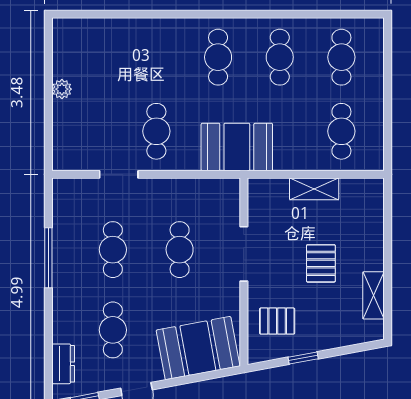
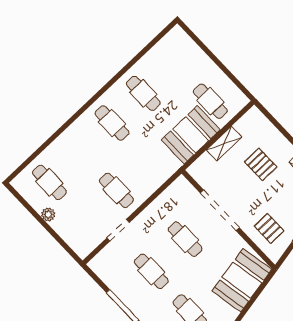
cafe table: (341, 57) -> (49, 182), moved
booth: (237, 147) -> (191, 135), moved
doorway: (244, 254) -> (220, 210), width x1.36
pallet: (321, 263) -> (261, 164), moved
pallet: (277, 321) -> (269, 228), turned 90

